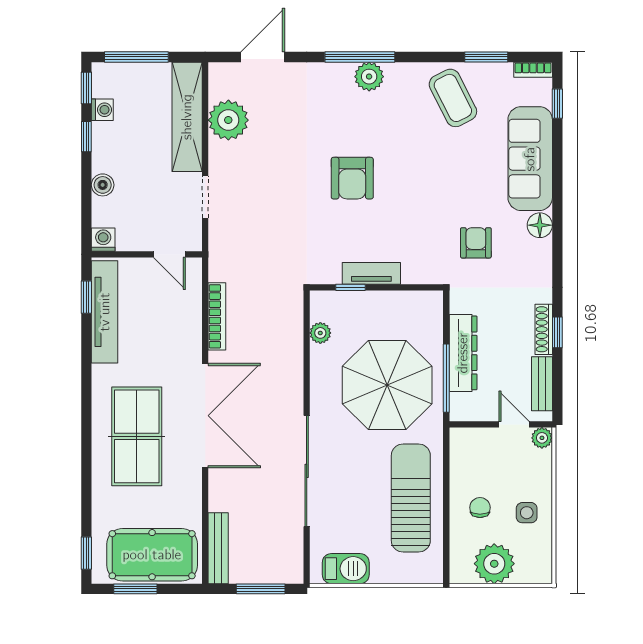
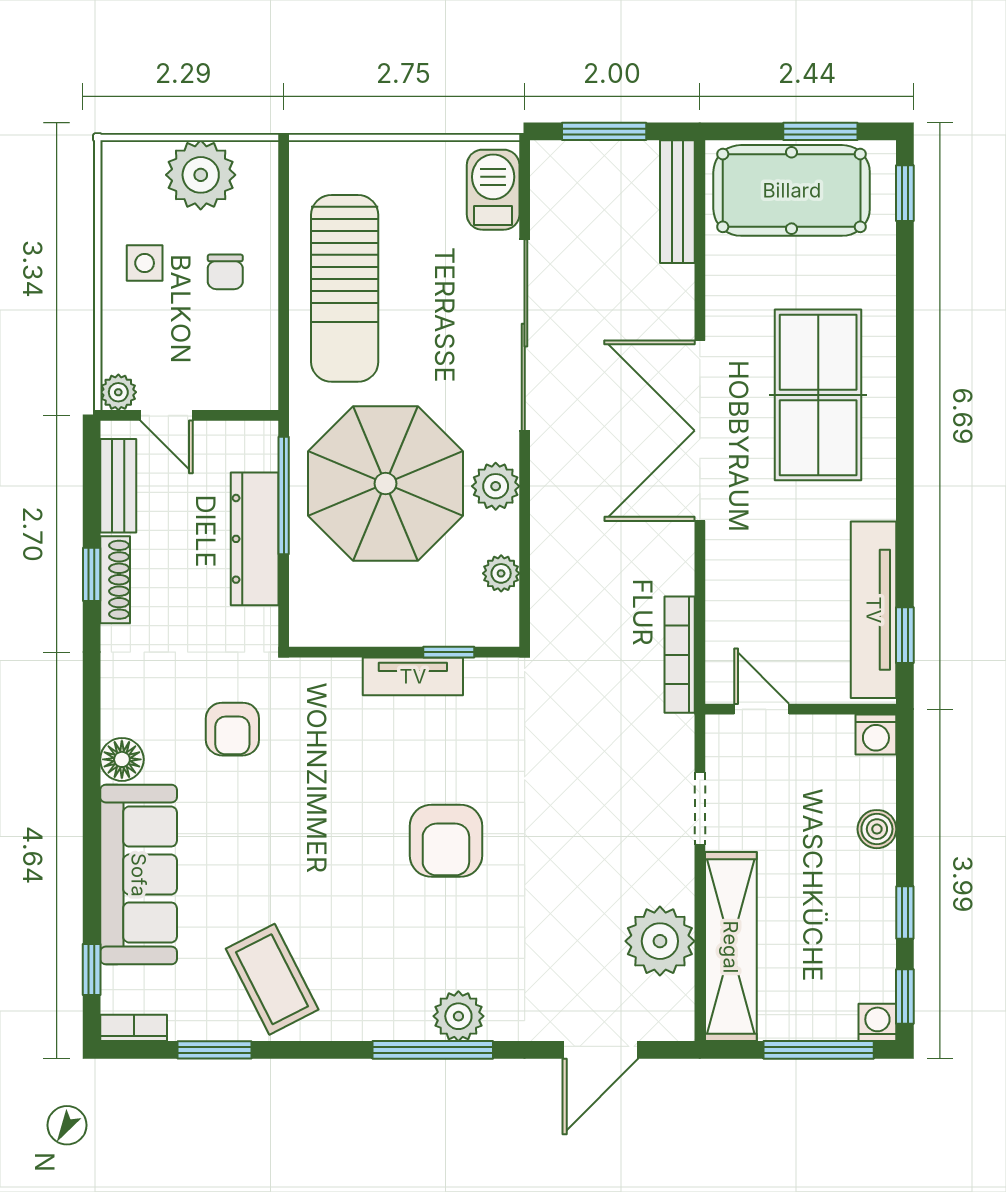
plant: (369, 77) -> (458, 1016), moved
washing machine: (102, 110) -> (877, 1022), moved, turned 90
armchair: (352, 178) -> (446, 841), turned 180
bookcase: (217, 316) -> (680, 655), moved
plant: (323, 383) -> (496, 486), added
barbecue: (346, 569) -> (493, 190), moved, turned 90

